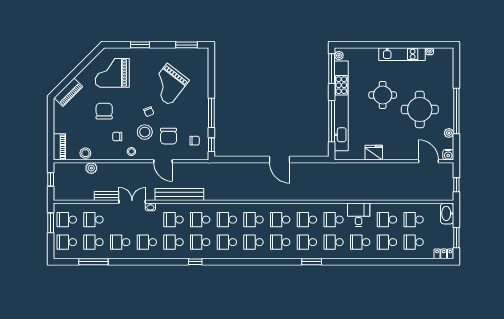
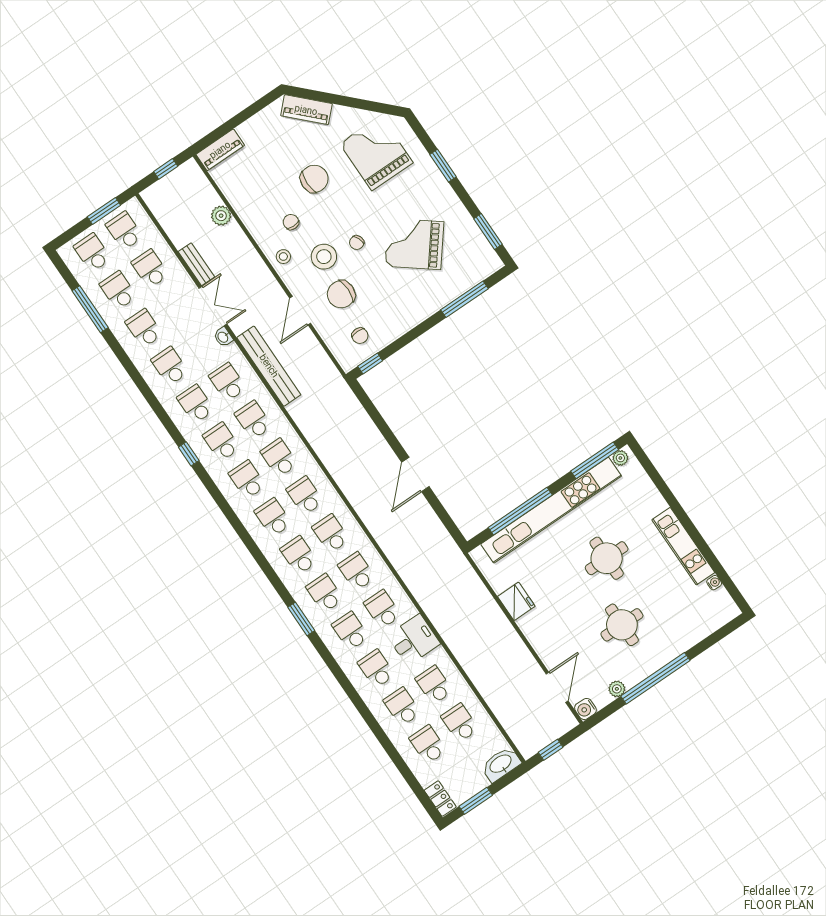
round table: (420, 109) -> (622, 625), width x0.73, depth x0.73
window: (211, 113) -> (464, 299), moved
stool: (85, 153) -> (237, 193), removed

